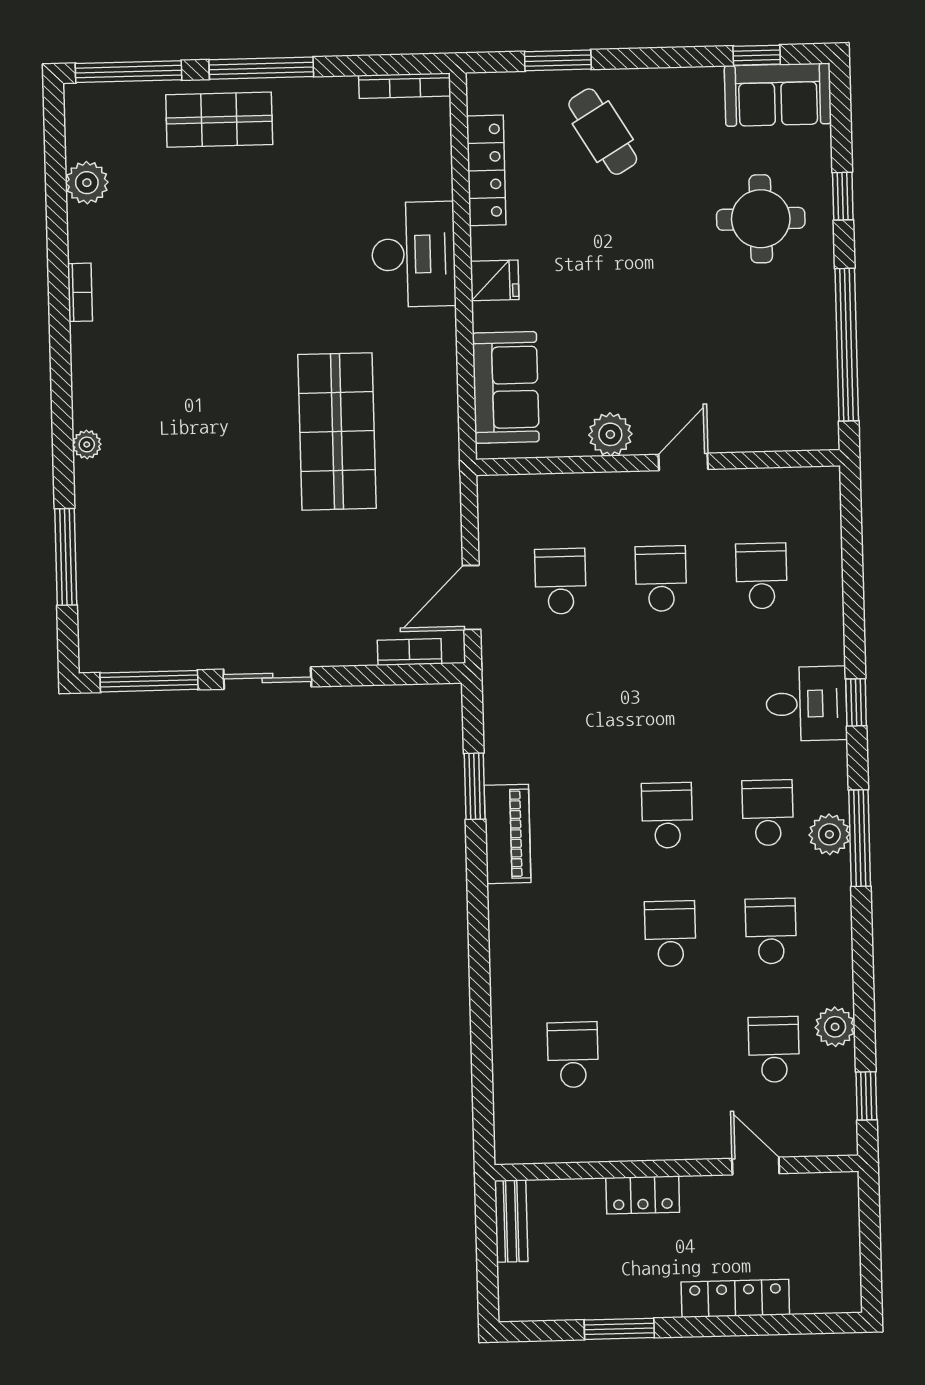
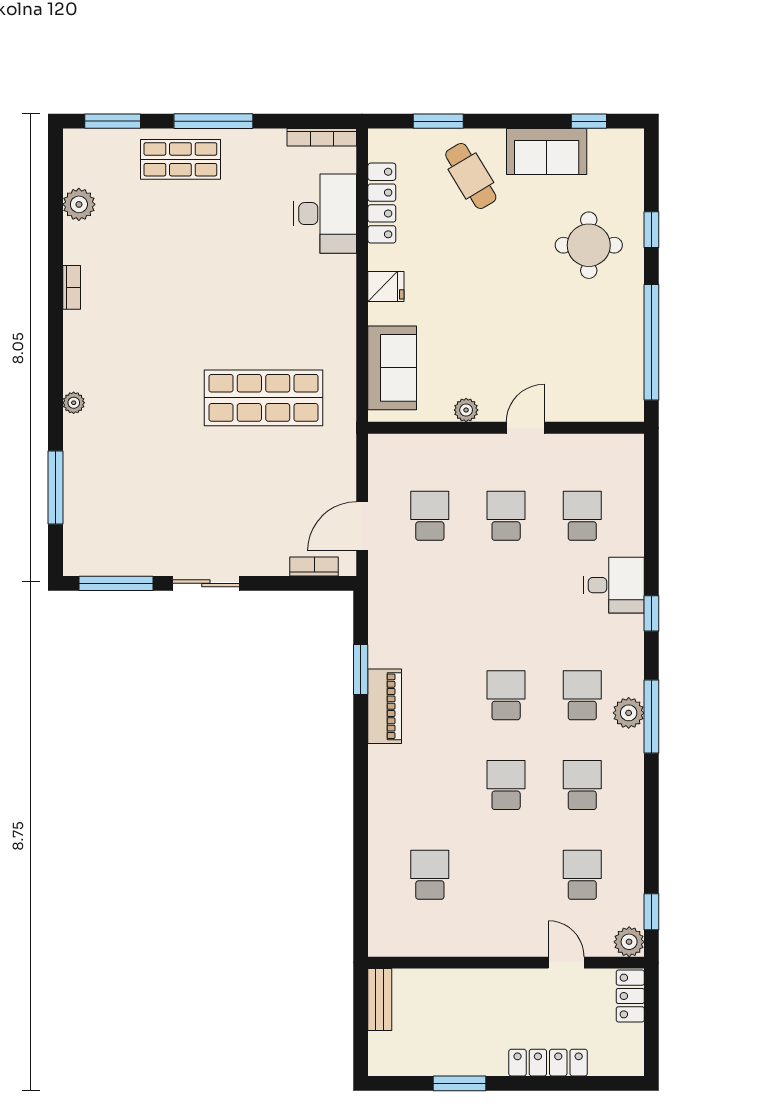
window: (128, 72) -> (113, 121), width x0.69
sofa: (778, 95) -> (547, 151), moved
desk: (414, 254) -> (325, 214), moved
shop shelf: (337, 431) -> (264, 398), turned 90
plant: (610, 434) -> (466, 410), width x0.73, depth x0.73
desk: (807, 704) -> (614, 585), moved
plant: (835, 1027) -> (629, 942), moved
locker: (643, 1195) -> (630, 996), moved, turned 90

